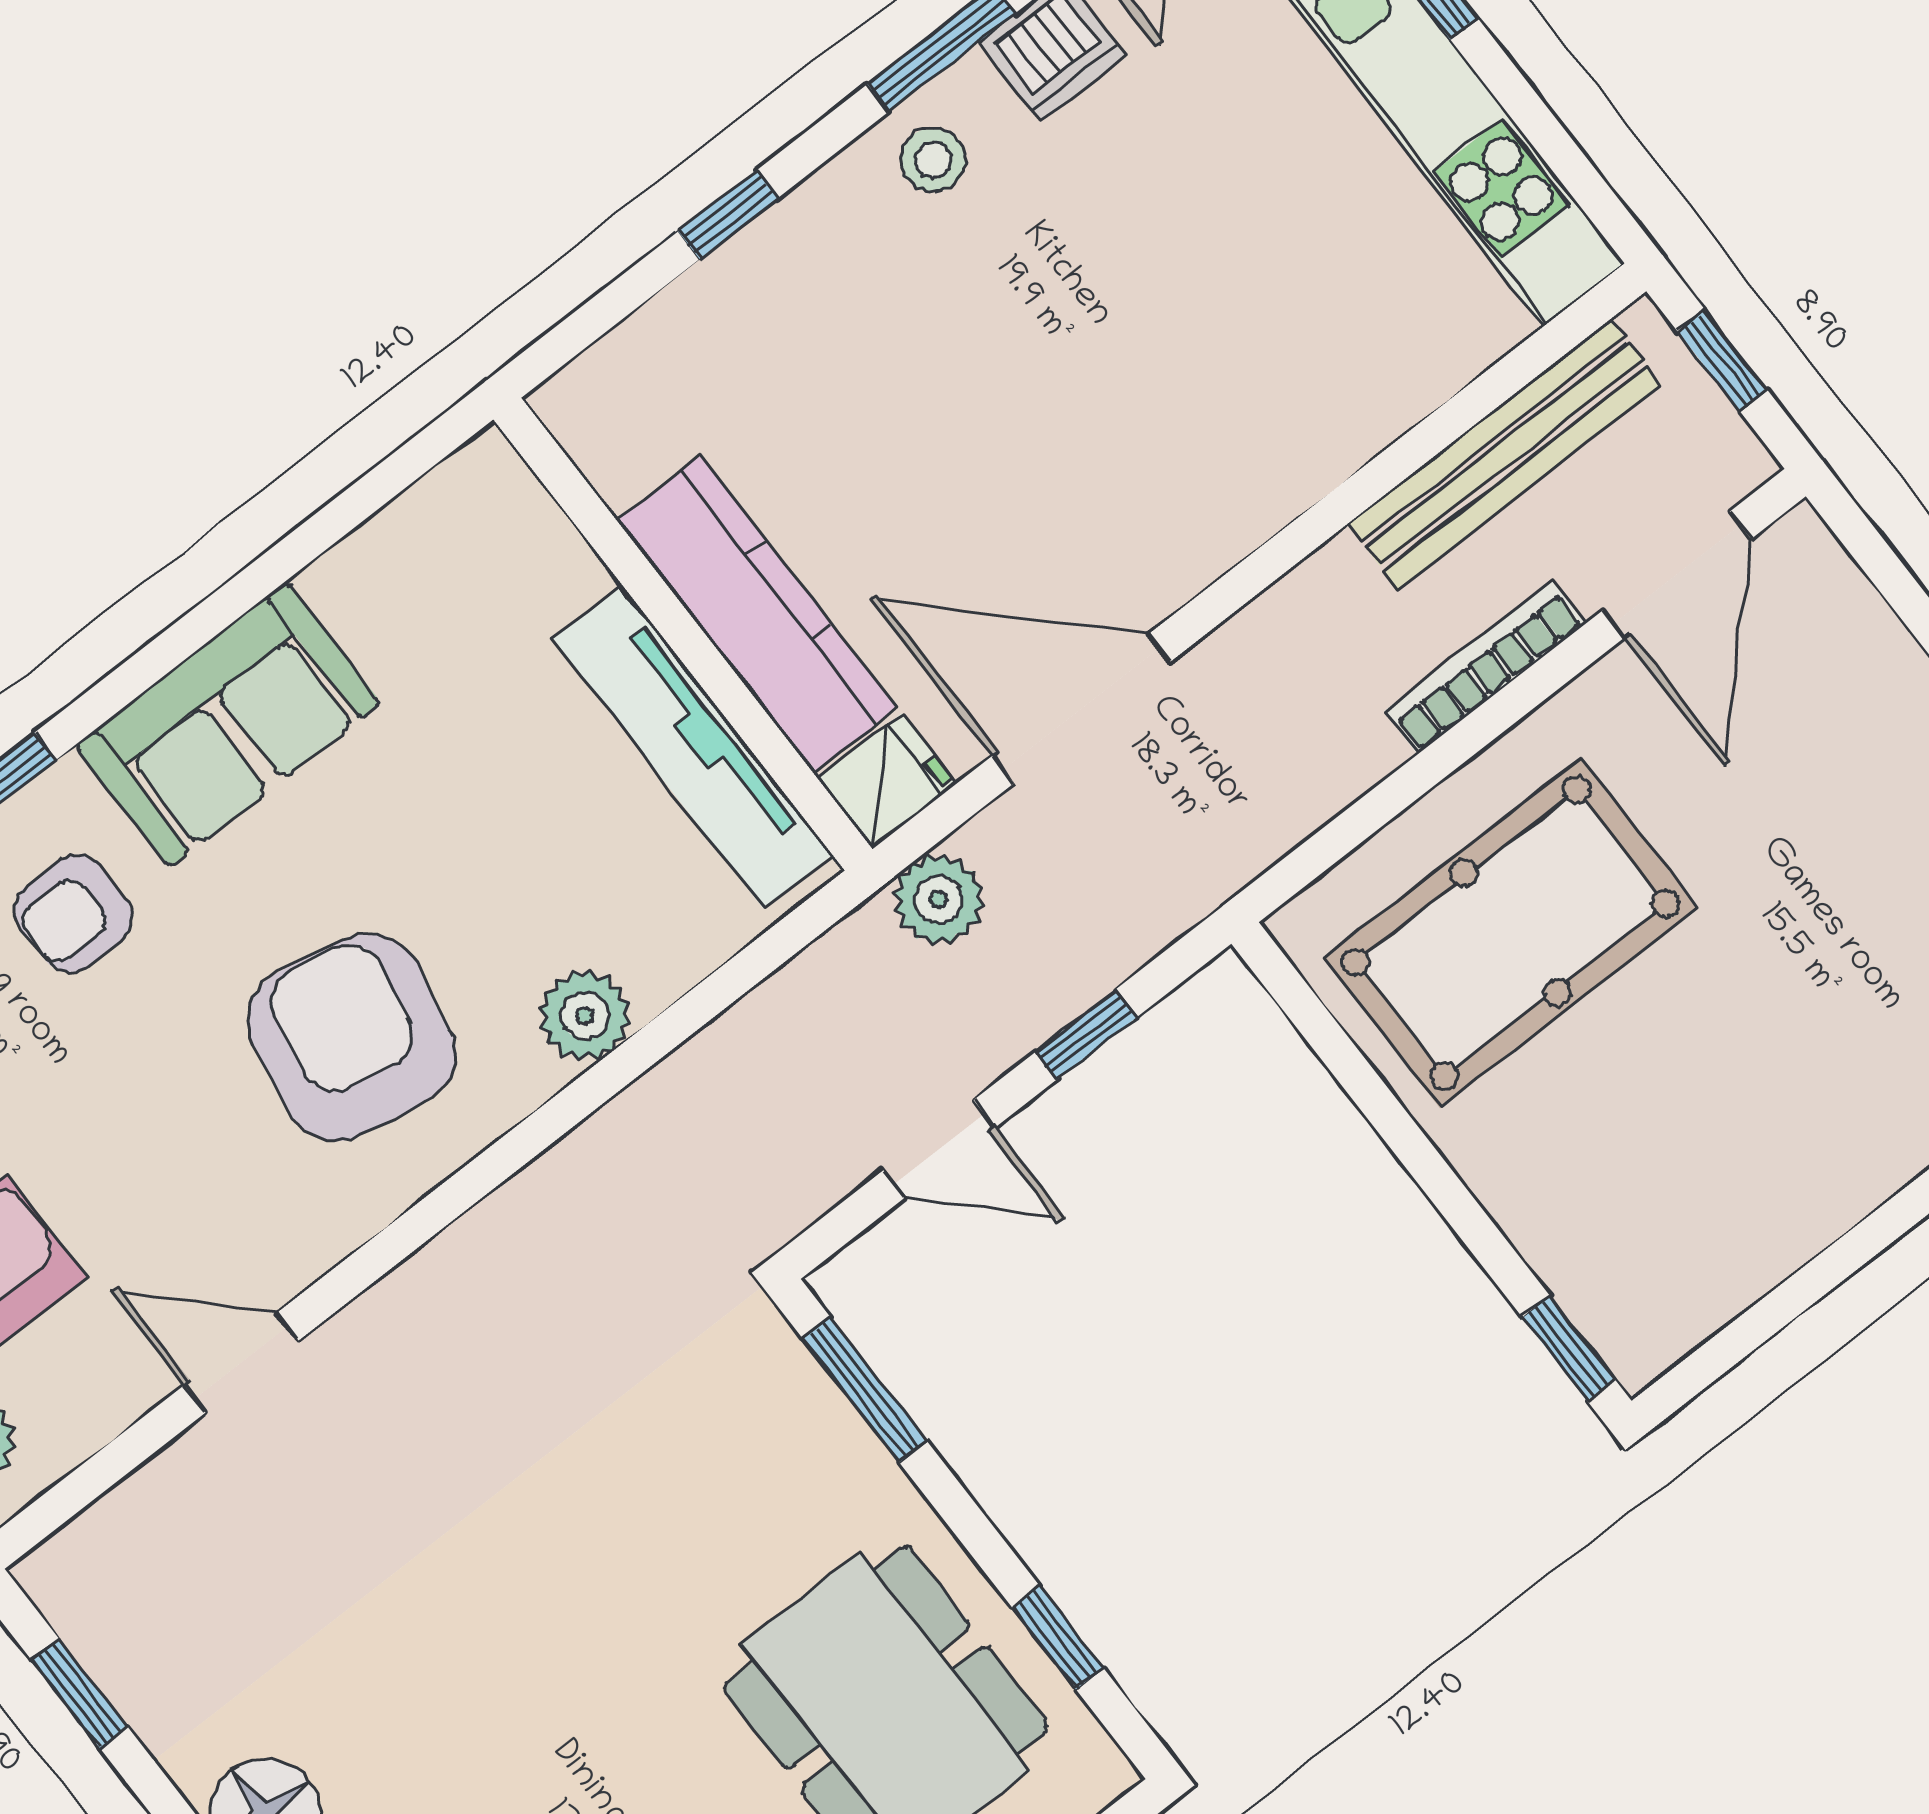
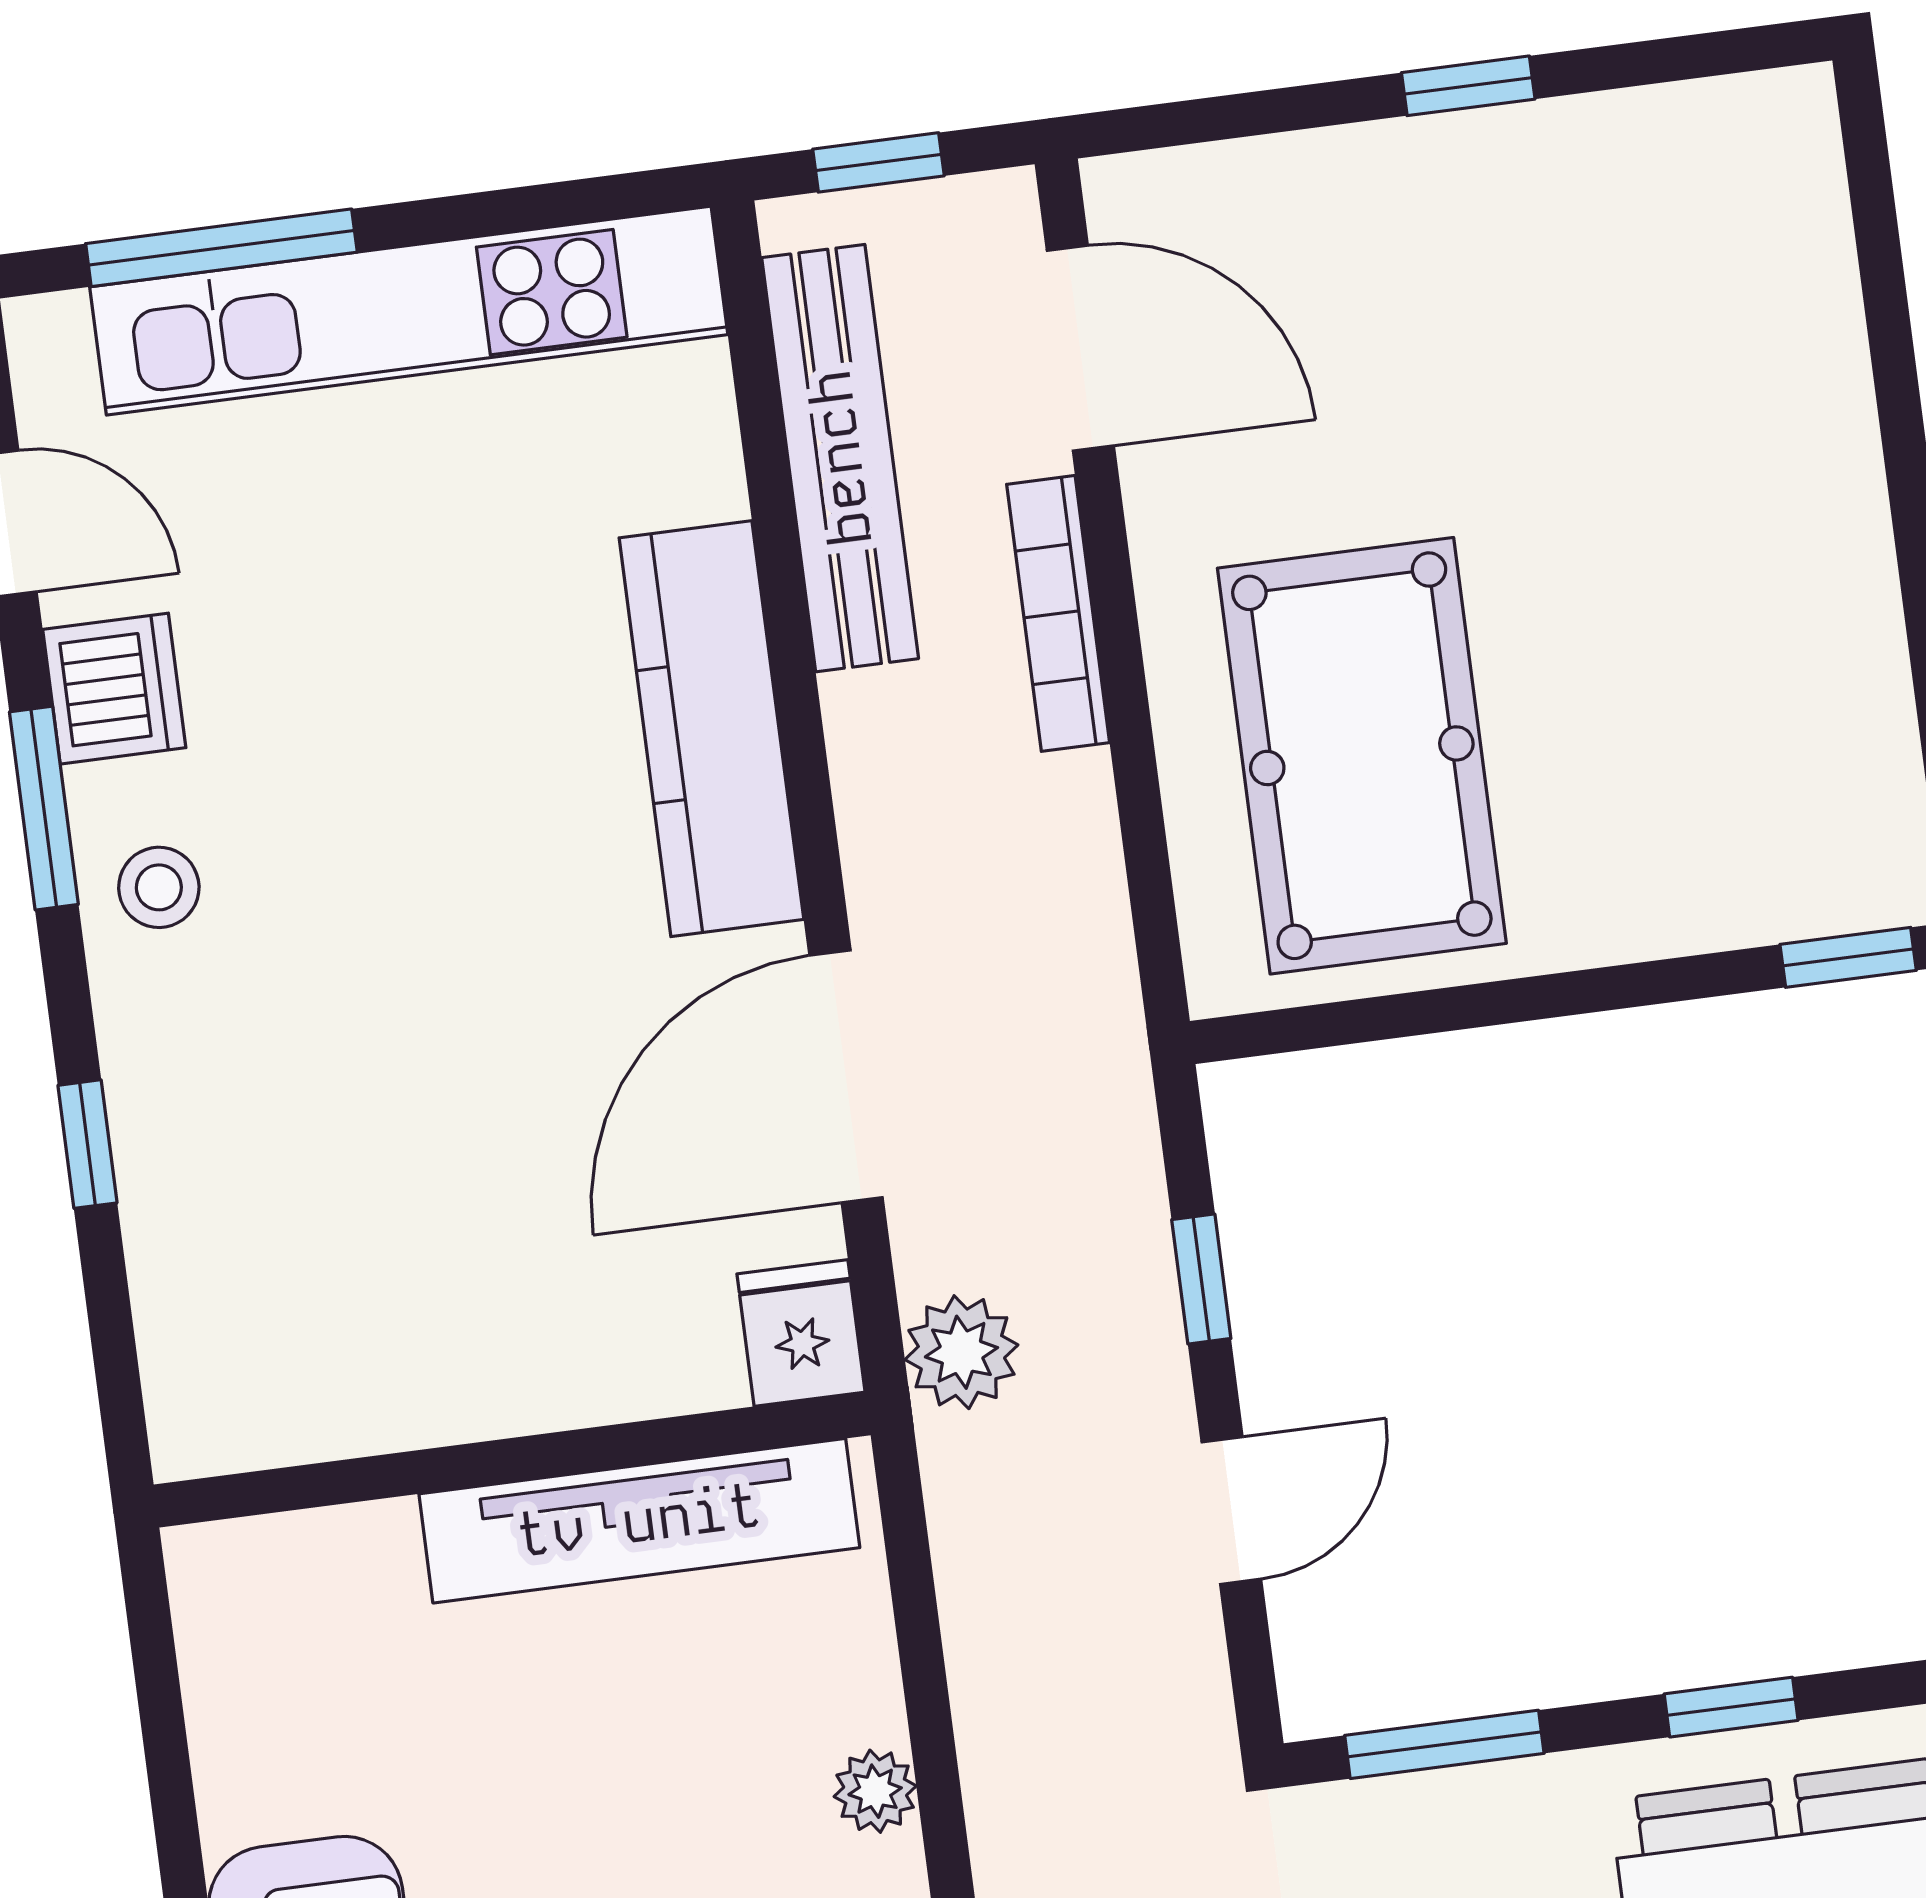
kitchen counter: (757, 614) -> (711, 729), moved, turned -90
plant: (585, 1016) -> (875, 1791), width x0.73, depth x0.73
window: (1058, 1638) -> (1731, 1707), moved

